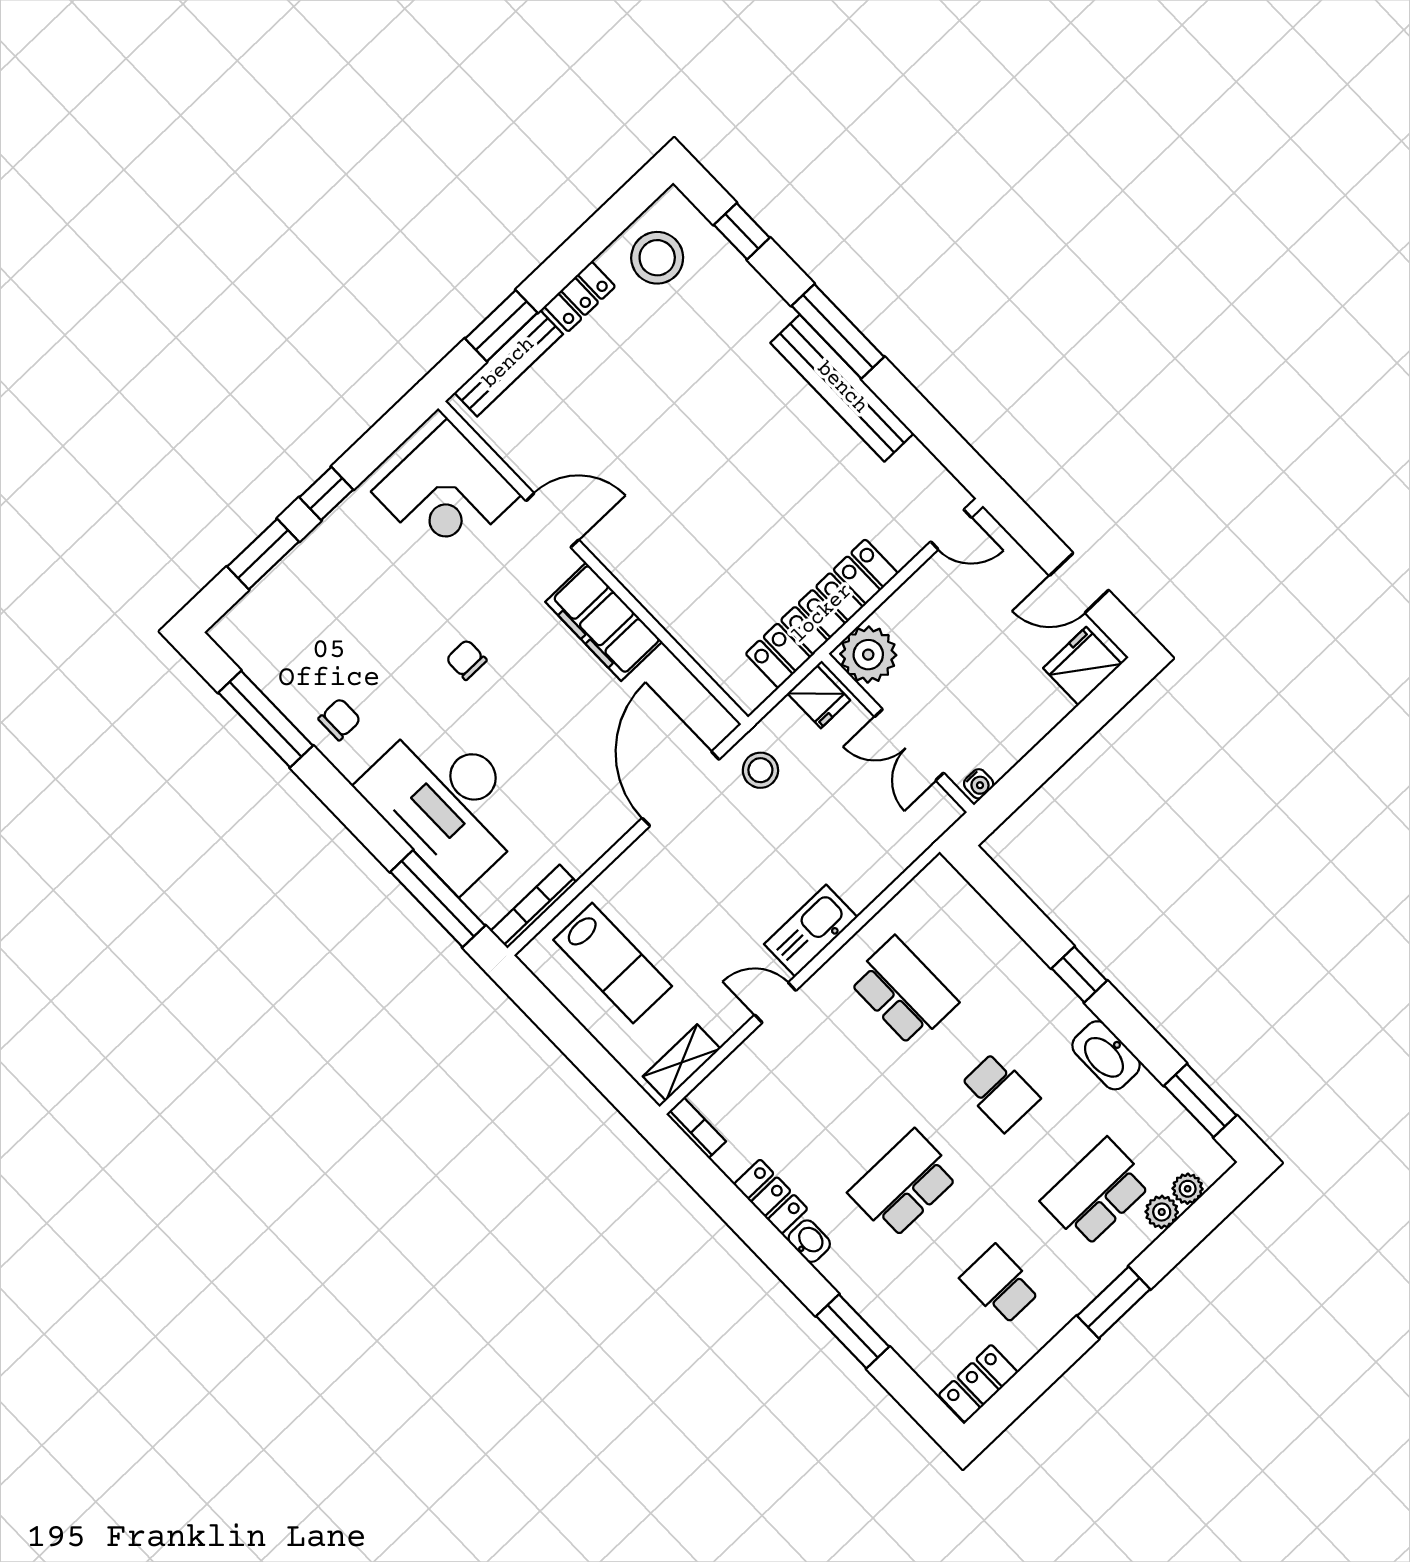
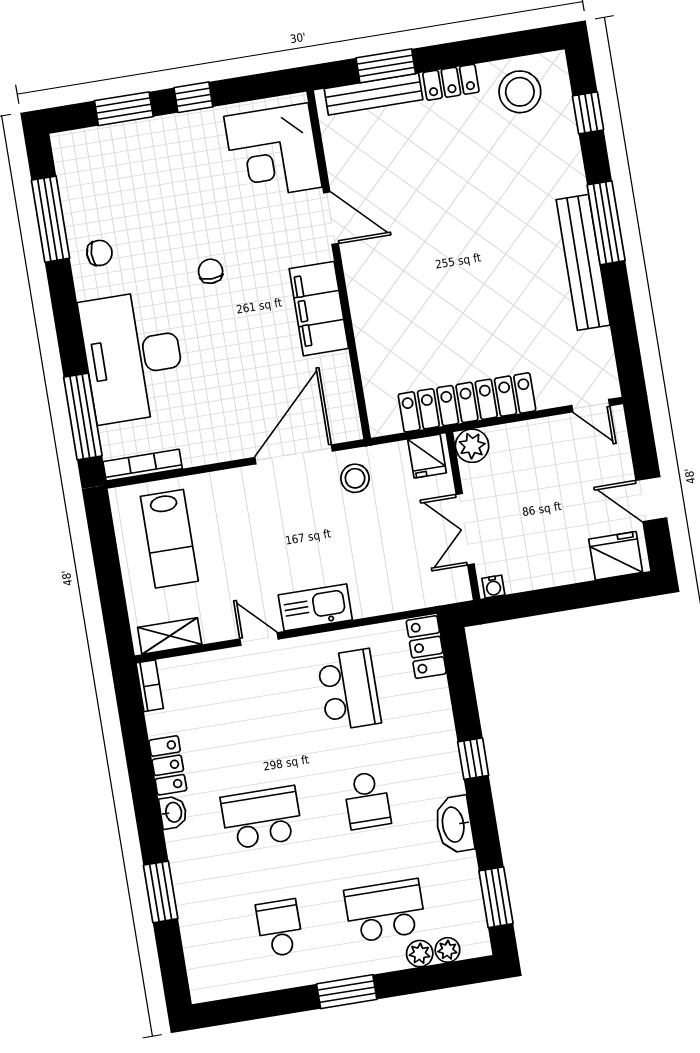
plant: (868, 655) -> (472, 446), width x0.73, depth x0.73
locker: (978, 1384) -> (426, 647), moved, turned -90

